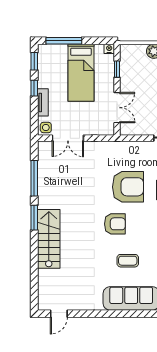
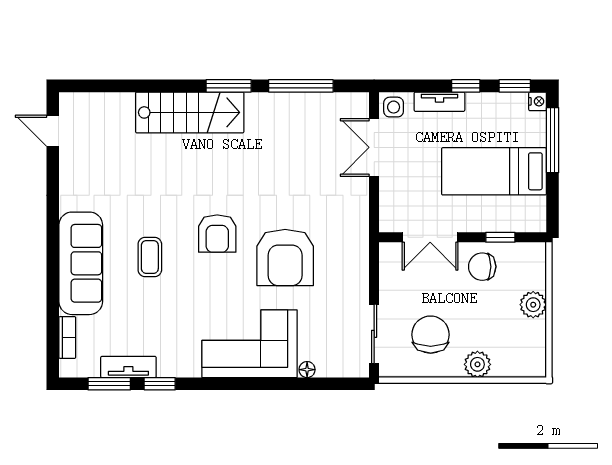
nightstand: (109, 49) -> (538, 101), moved
chair: (133, 79) -> (482, 267), added

